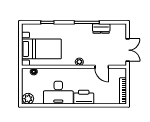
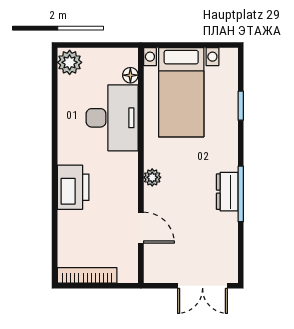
dresser: (101, 28) -> (227, 192), moved
double door: (128, 50) -> (203, 286), moved
door: (102, 67) -> (141, 228), swing flipped
desk: (58, 93) -> (112, 118), moved, turned 180

